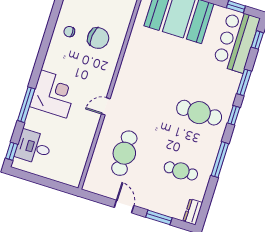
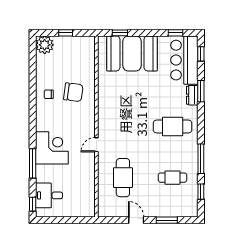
window: (234, 115) -> (201, 192), moved
dresser: (193, 212) -> (192, 95), moved

